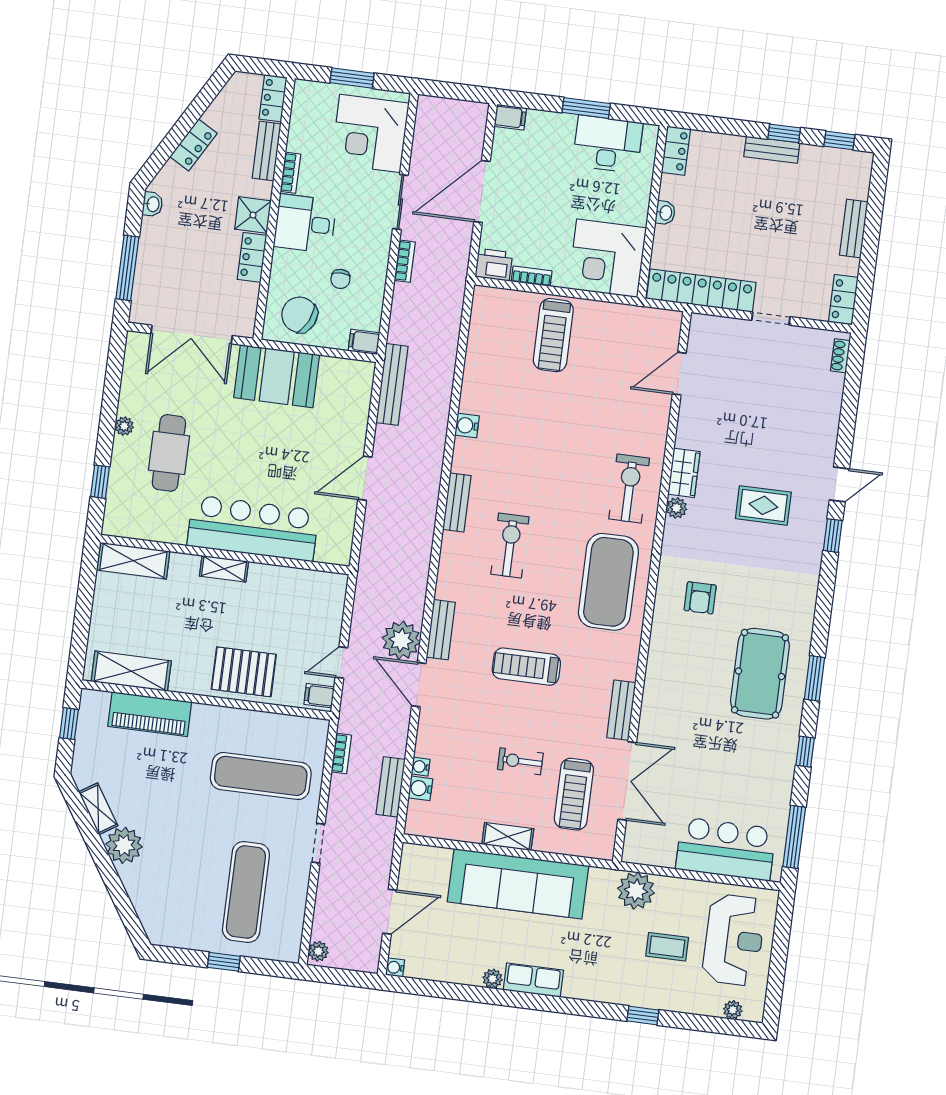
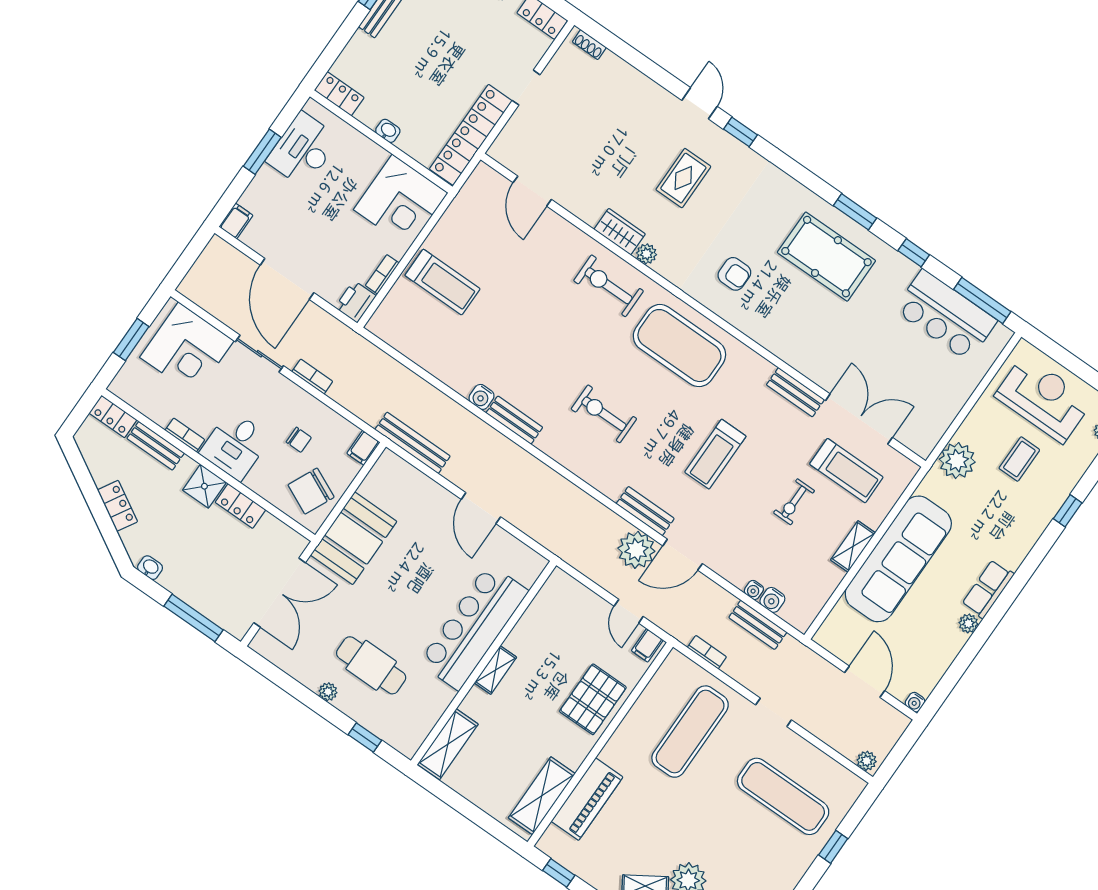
bench: (457, 502) -> (514, 420), moved
bar counter: (726, 849) -> (946, 315), moved, turned -90

